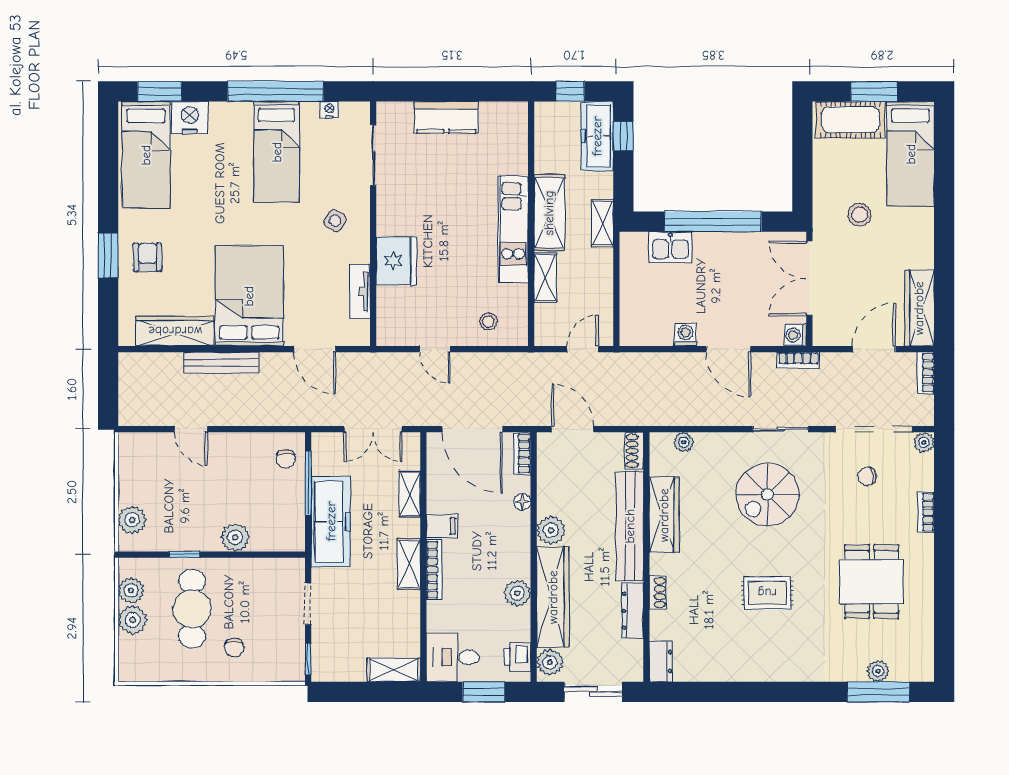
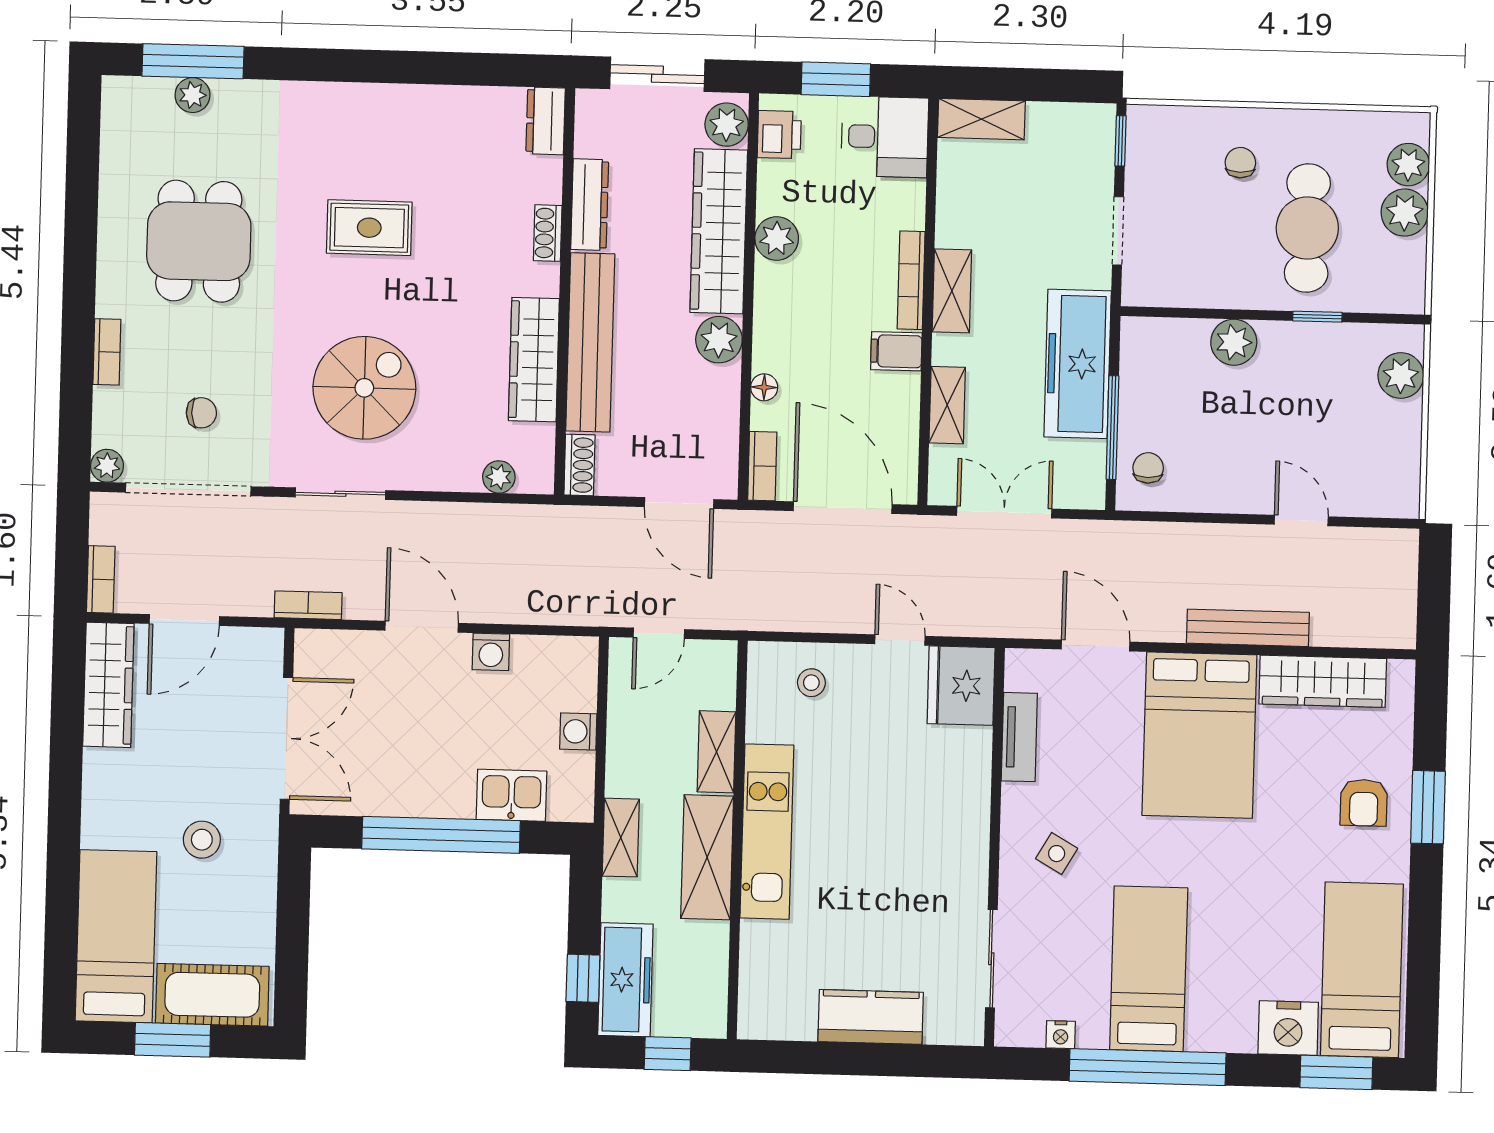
fridge: (396, 261) -> (961, 686), moved
washing machine: (795, 335) -> (578, 731), moved, turned 180
plant: (131, 590) -> (1408, 165), moved

